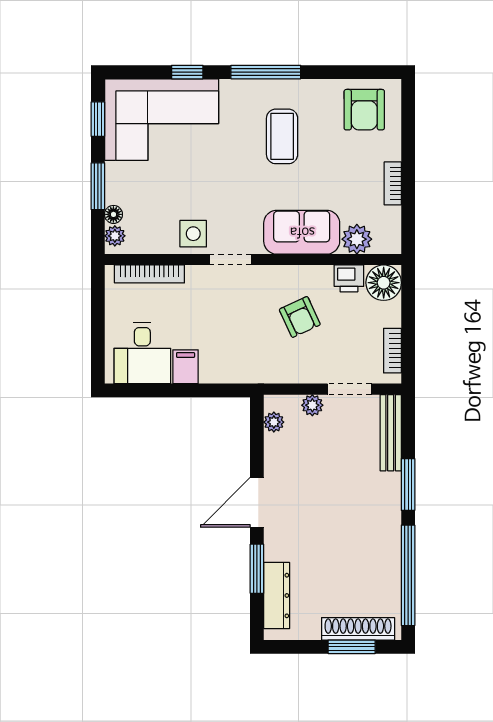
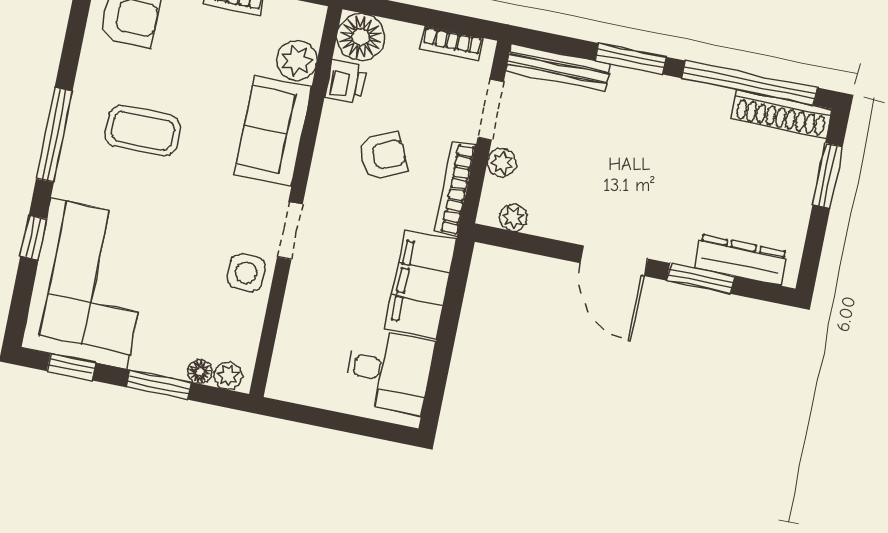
bookcase: (149, 274) -> (455, 189), moved, turned 180
filing cabinet: (186, 367) -> (421, 284), width x3.00, depth x1.17
shoe rack: (358, 629) -> (781, 114), moved, turned -90

